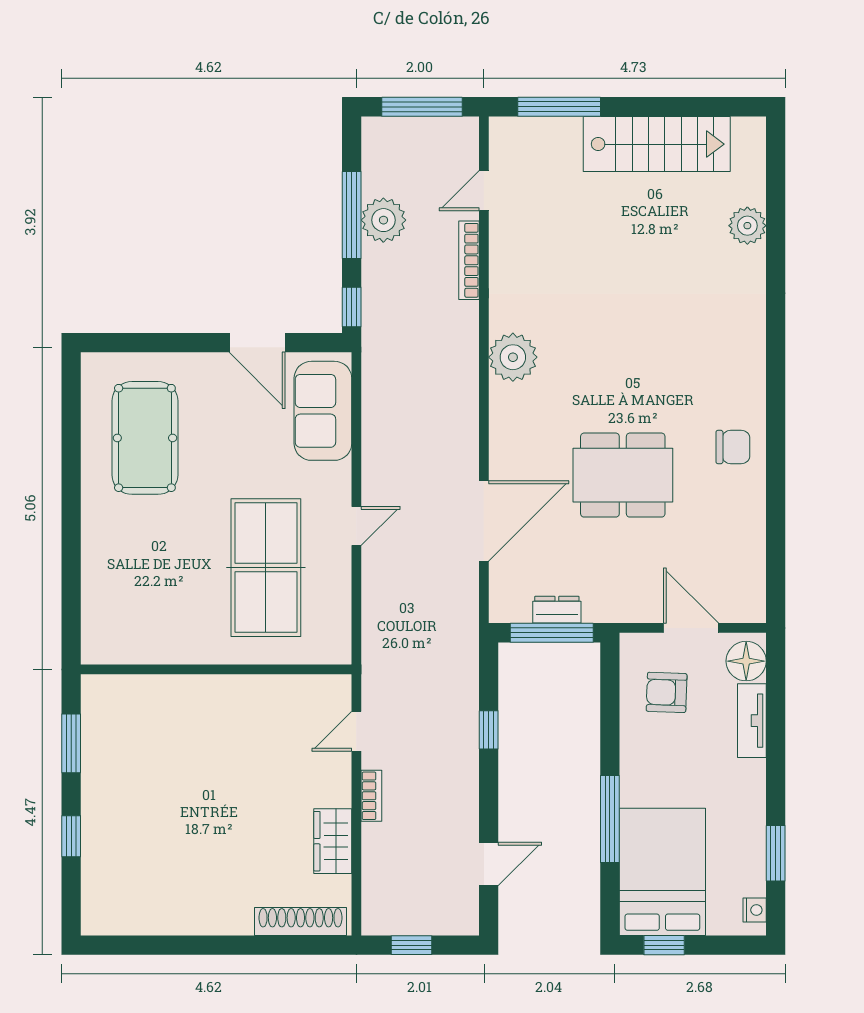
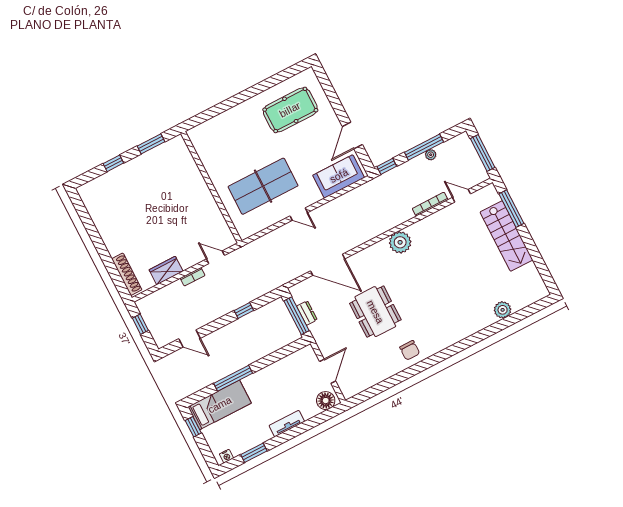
stairs: (657, 144) -> (506, 236), moved
plant: (383, 220) -> (431, 155), width x0.53, depth x0.53
armchair: (667, 692) -> (296, 375), removed
tv unit: (752, 721) -> (287, 424), moved
bed: (662, 872) -> (220, 405), width x0.67

